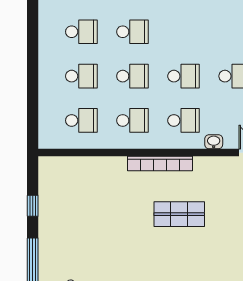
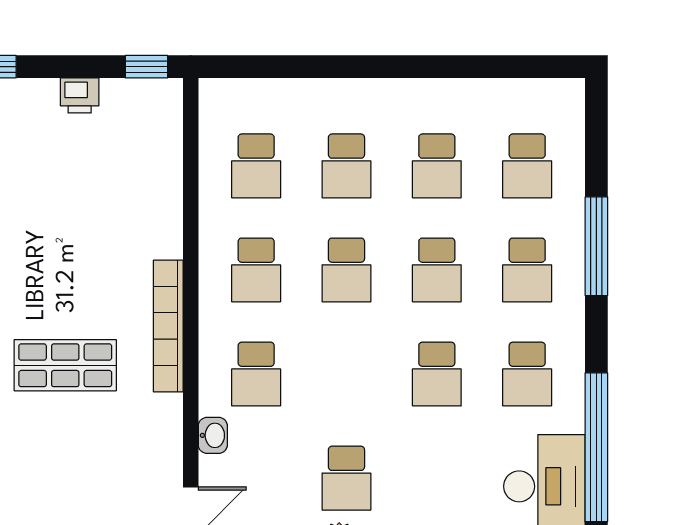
school desk: (184, 76) -> (437, 374), moved
window: (33, 206) -> (147, 67), moved
printer: (47, 207) -> (80, 95), added
shop shelf: (179, 214) -> (65, 365), turned 90

